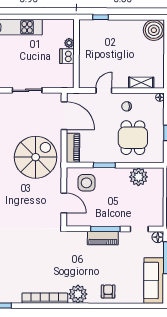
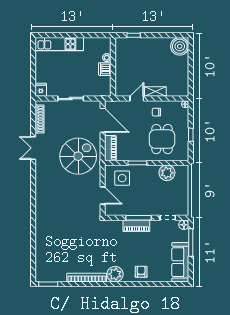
shelving: (141, 83) -> (155, 92), moved

